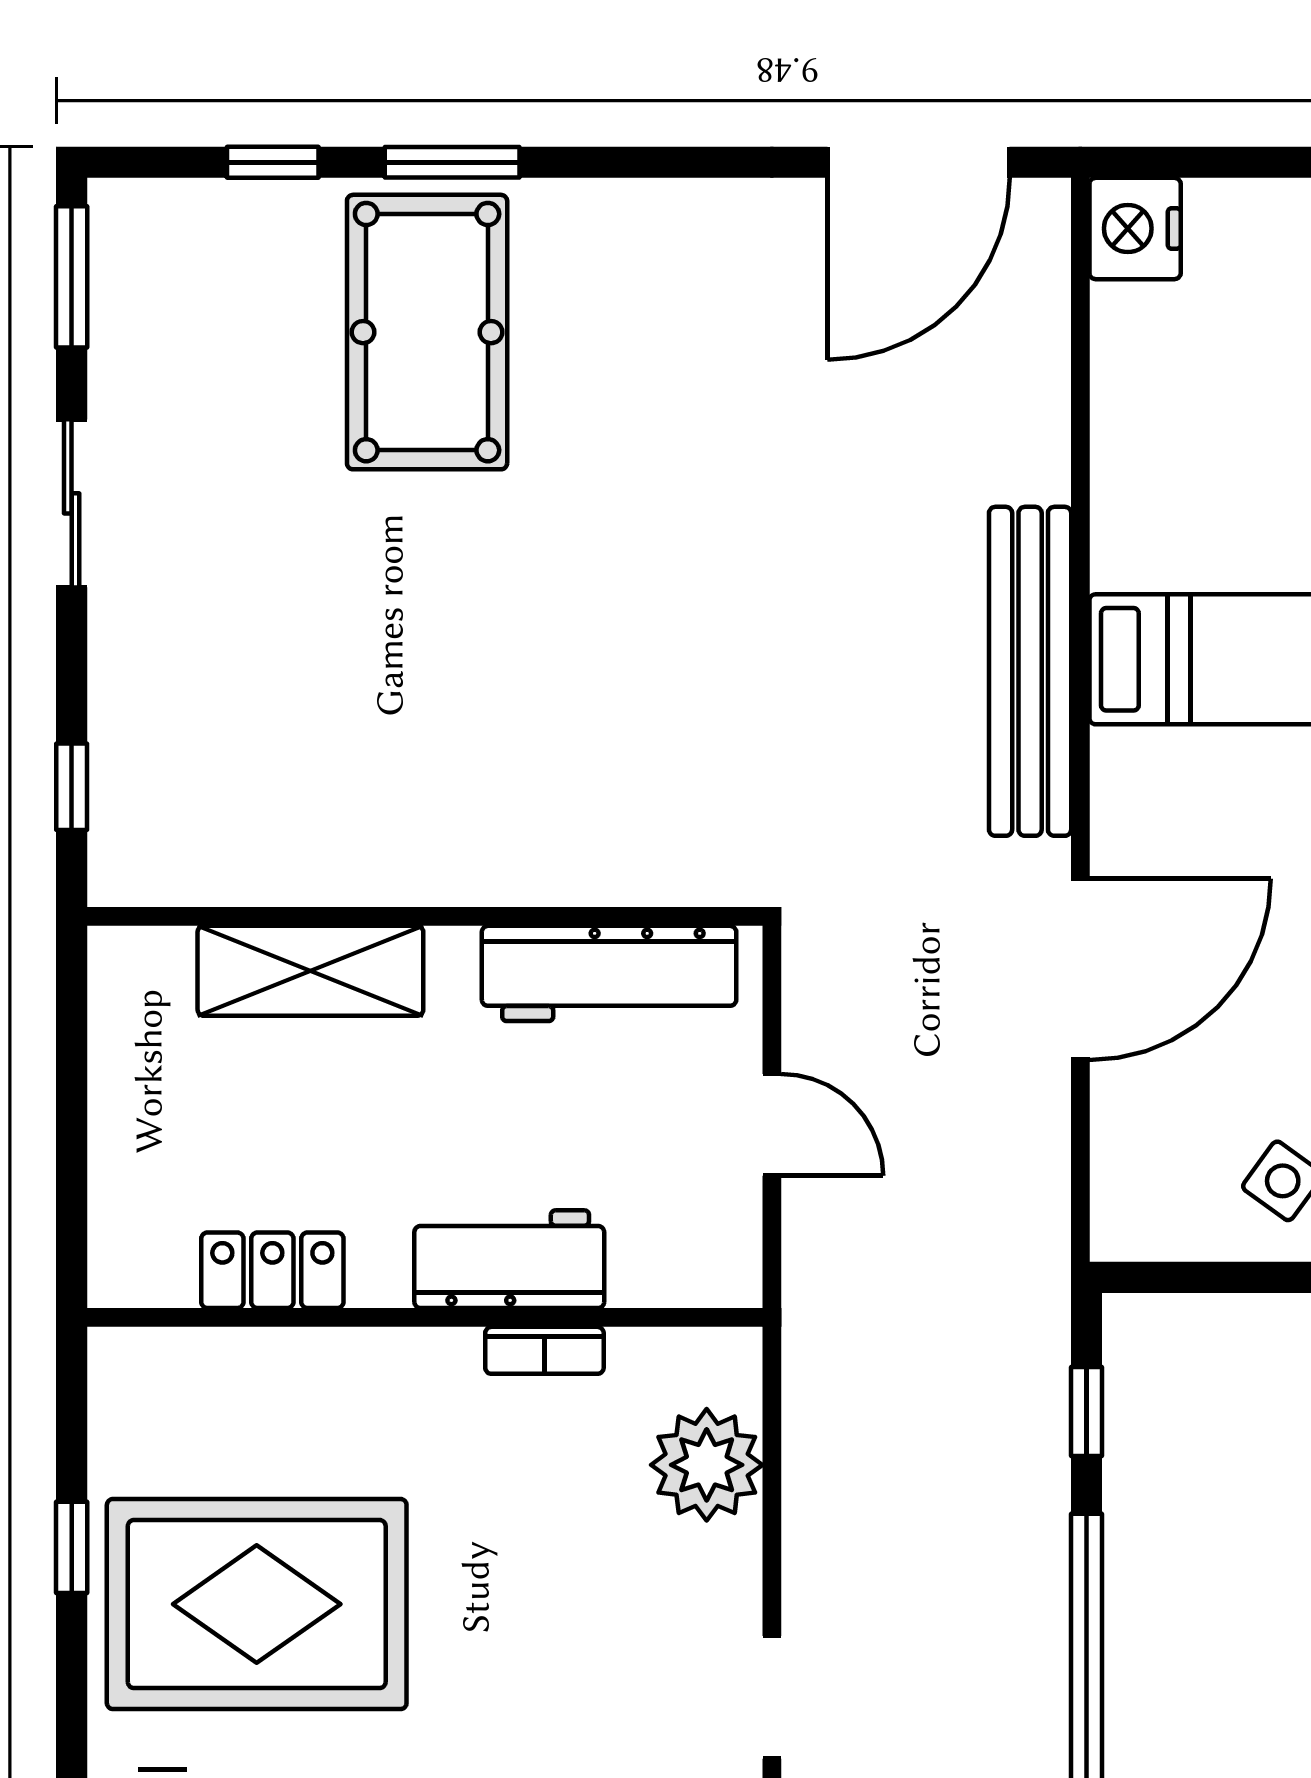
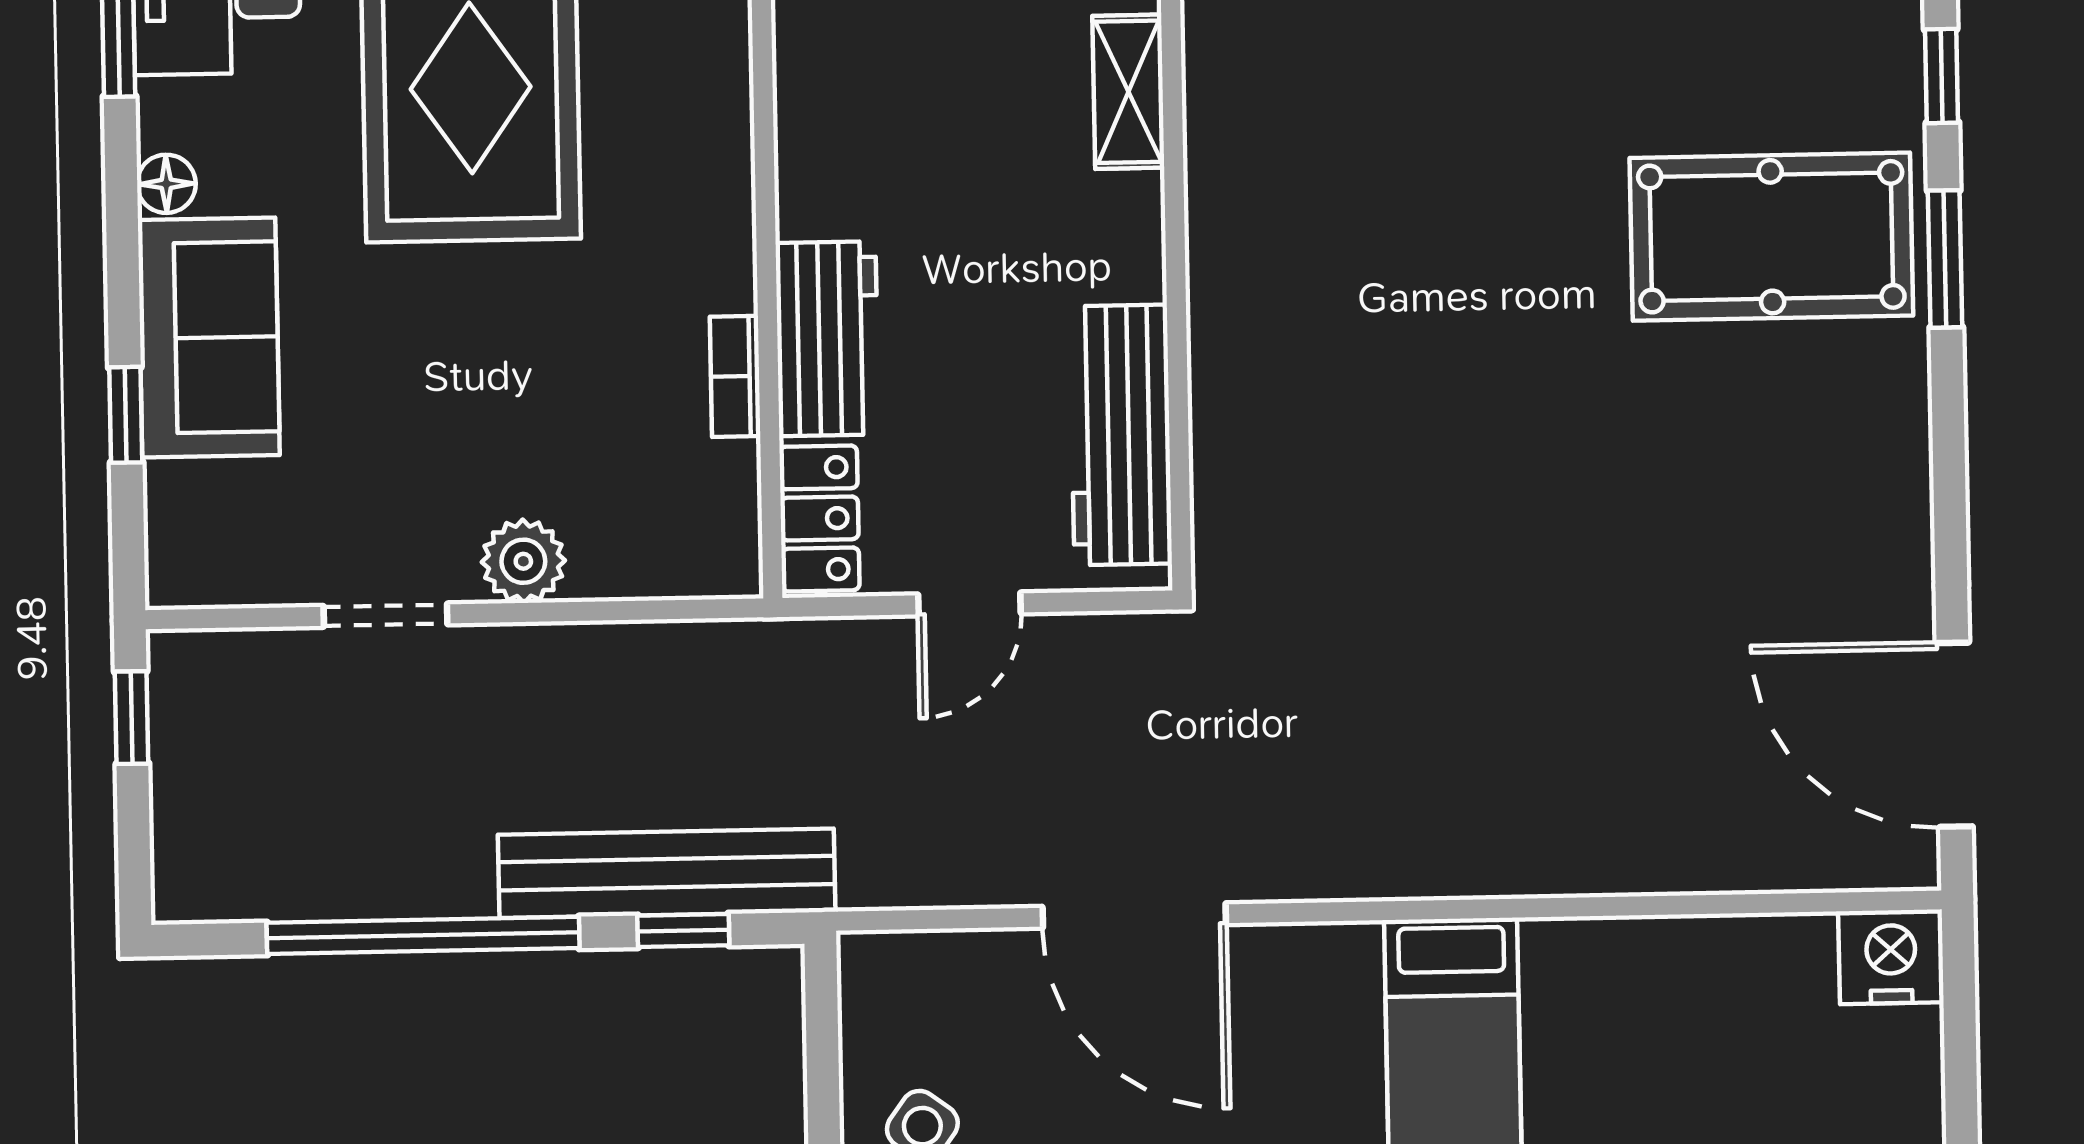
bench: (1030, 671) -> (667, 873), moved
shelving: (310, 971) -> (1128, 92), width x0.67, depth x0.75
locker: (272, 1270) -> (819, 518), moved
plant: (707, 1465) -> (523, 561), moved, width x0.73, depth x0.73

